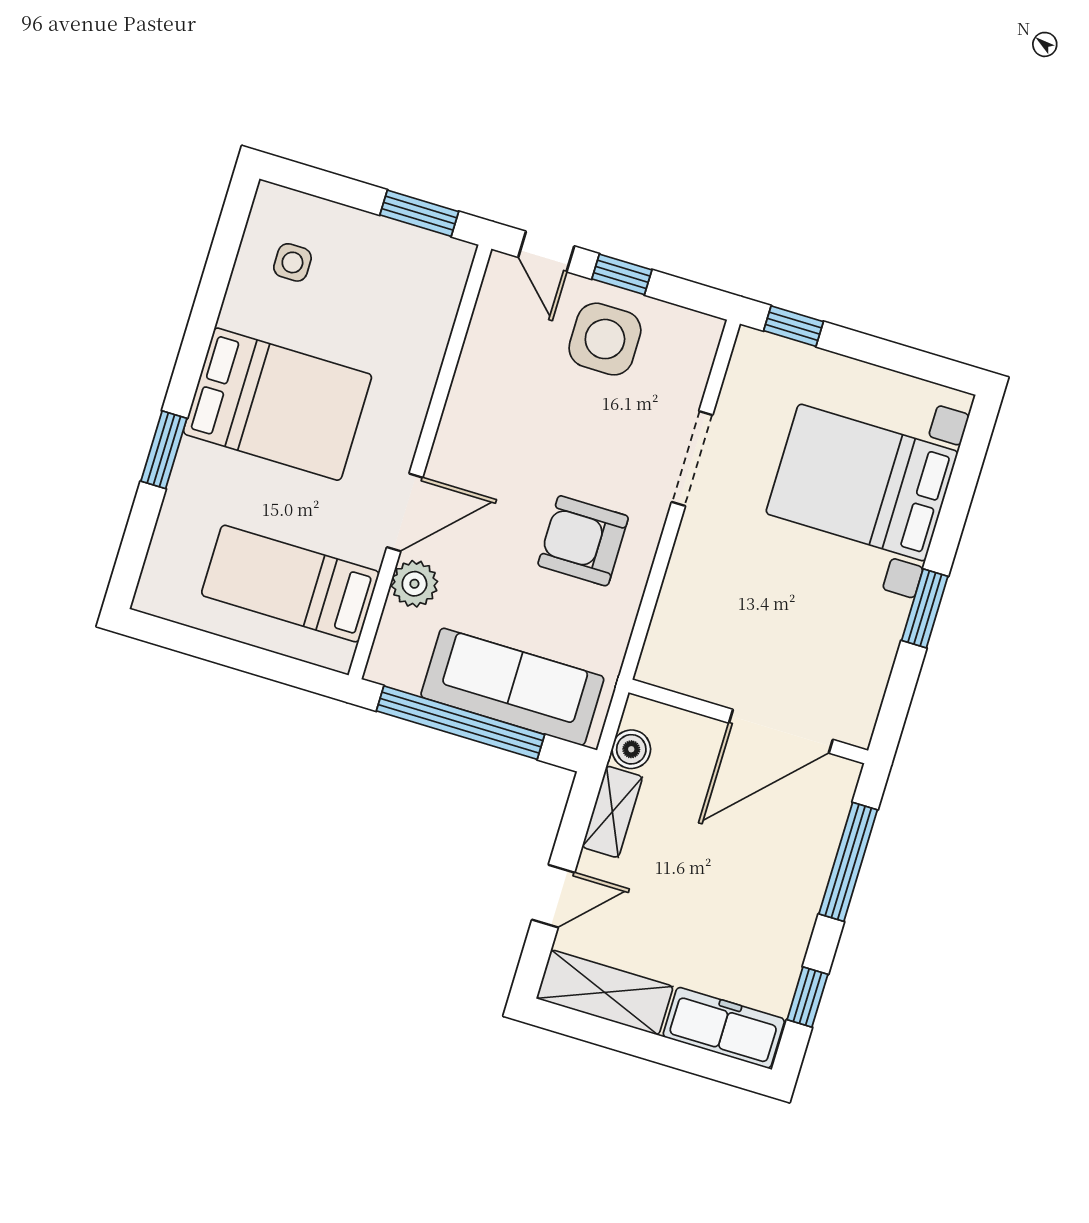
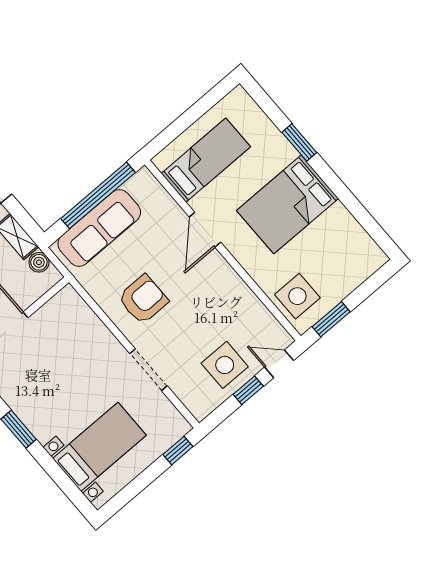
side table: (292, 262) -> (297, 296), moved, width x1.87, depth x1.87
bed with nightstands: (862, 482) -> (99, 447), width x0.73
plant: (414, 584) -> (171, 214), removed

